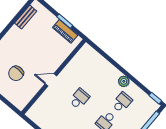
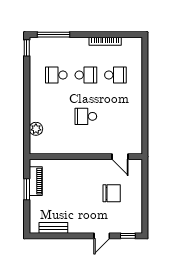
door: (51, 80) -> (120, 157), moved
plant: (124, 81) -> (36, 129), moved

